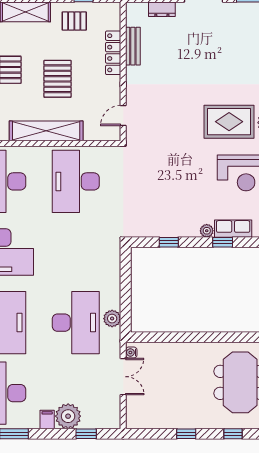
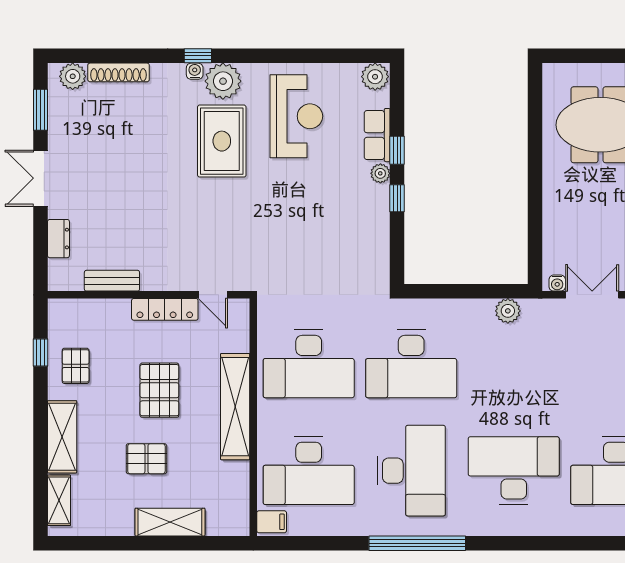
locker: (113, 53) -> (165, 309), moved
pallet: (58, 79) -> (159, 390), turned 90
window: (169, 242) -> (397, 198), moved
desk: (76, 323) -> (411, 364), moved, turned 180

